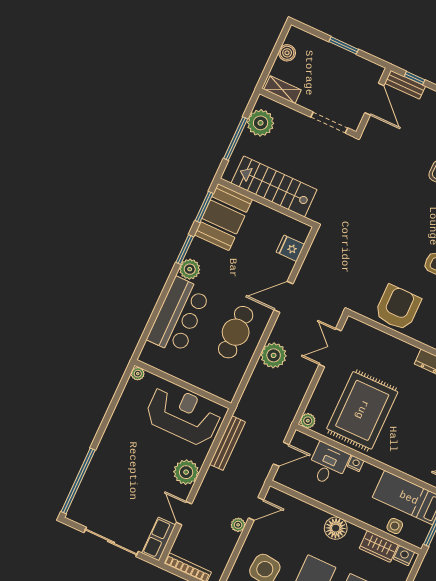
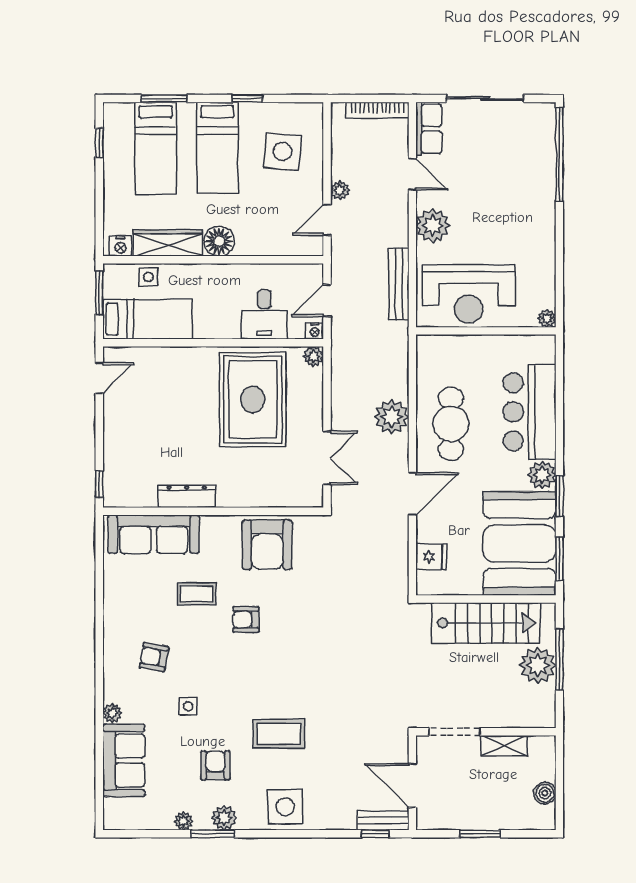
shelving: (283, 90) -> (504, 746), moved
plant: (261, 123) -> (538, 665), moved
booth: (223, 217) -> (519, 544), width x1.36, depth x1.42
nightstand: (356, 464) -> (315, 331), moved
wardrobe: (379, 546) -> (168, 243), width x1.50

